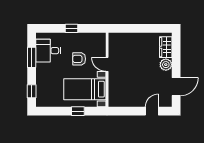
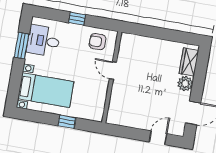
armchair: (79, 59) -> (97, 42), moved
bed with nightstands: (85, 89) -> (46, 90), moved, turned 180
window: (32, 91) -> (14, 87), removed

